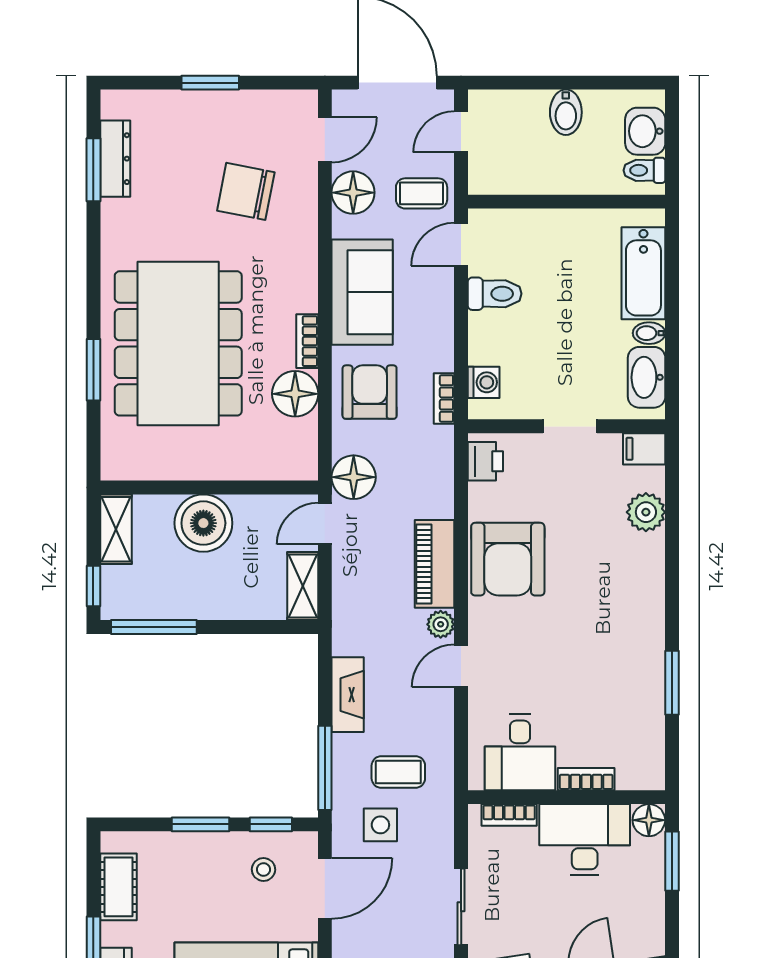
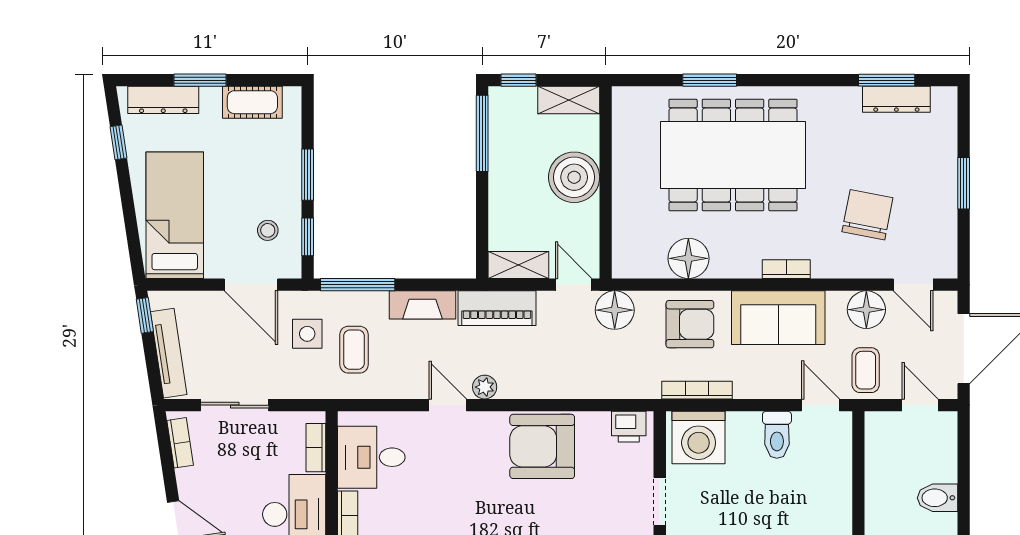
bookcase: (307, 341) -> (786, 269), moved
washing machine: (484, 382) -> (699, 437), width x1.89, depth x1.89
bookcase: (444, 398) -> (697, 390), width x1.56
piano: (435, 564) -> (497, 308), moved, turned 180

